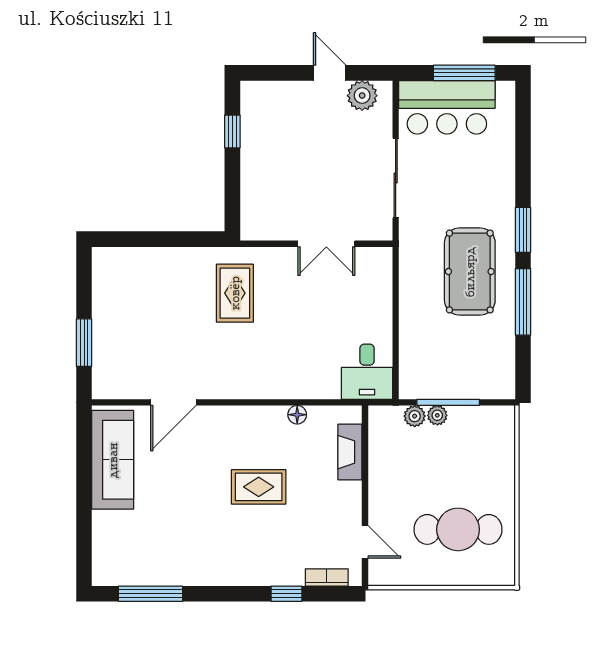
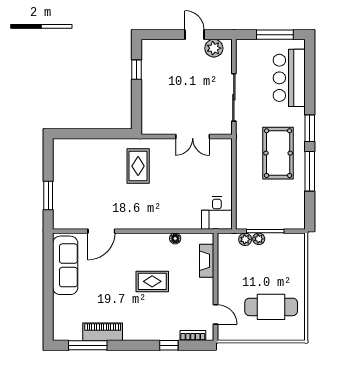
bar counter: (447, 107) -> (289, 78), moved, turned 90
piano: (175, 571) -> (103, 332), added

